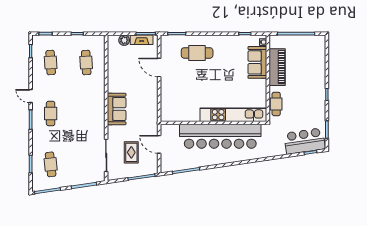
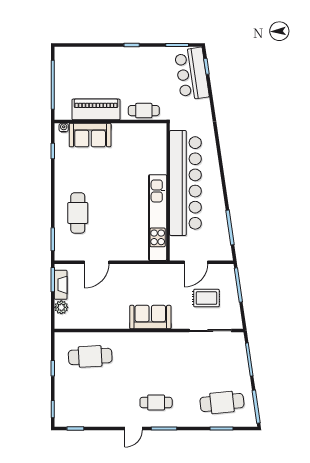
cafe table: (51, 63) -> (90, 402), removed
cafe table: (86, 63) -> (90, 356), width x1.37, depth x1.35
kitchen unit: (233, 115) -> (158, 218), moved
cafe table: (51, 164) -> (222, 402), width x1.37, depth x1.35

